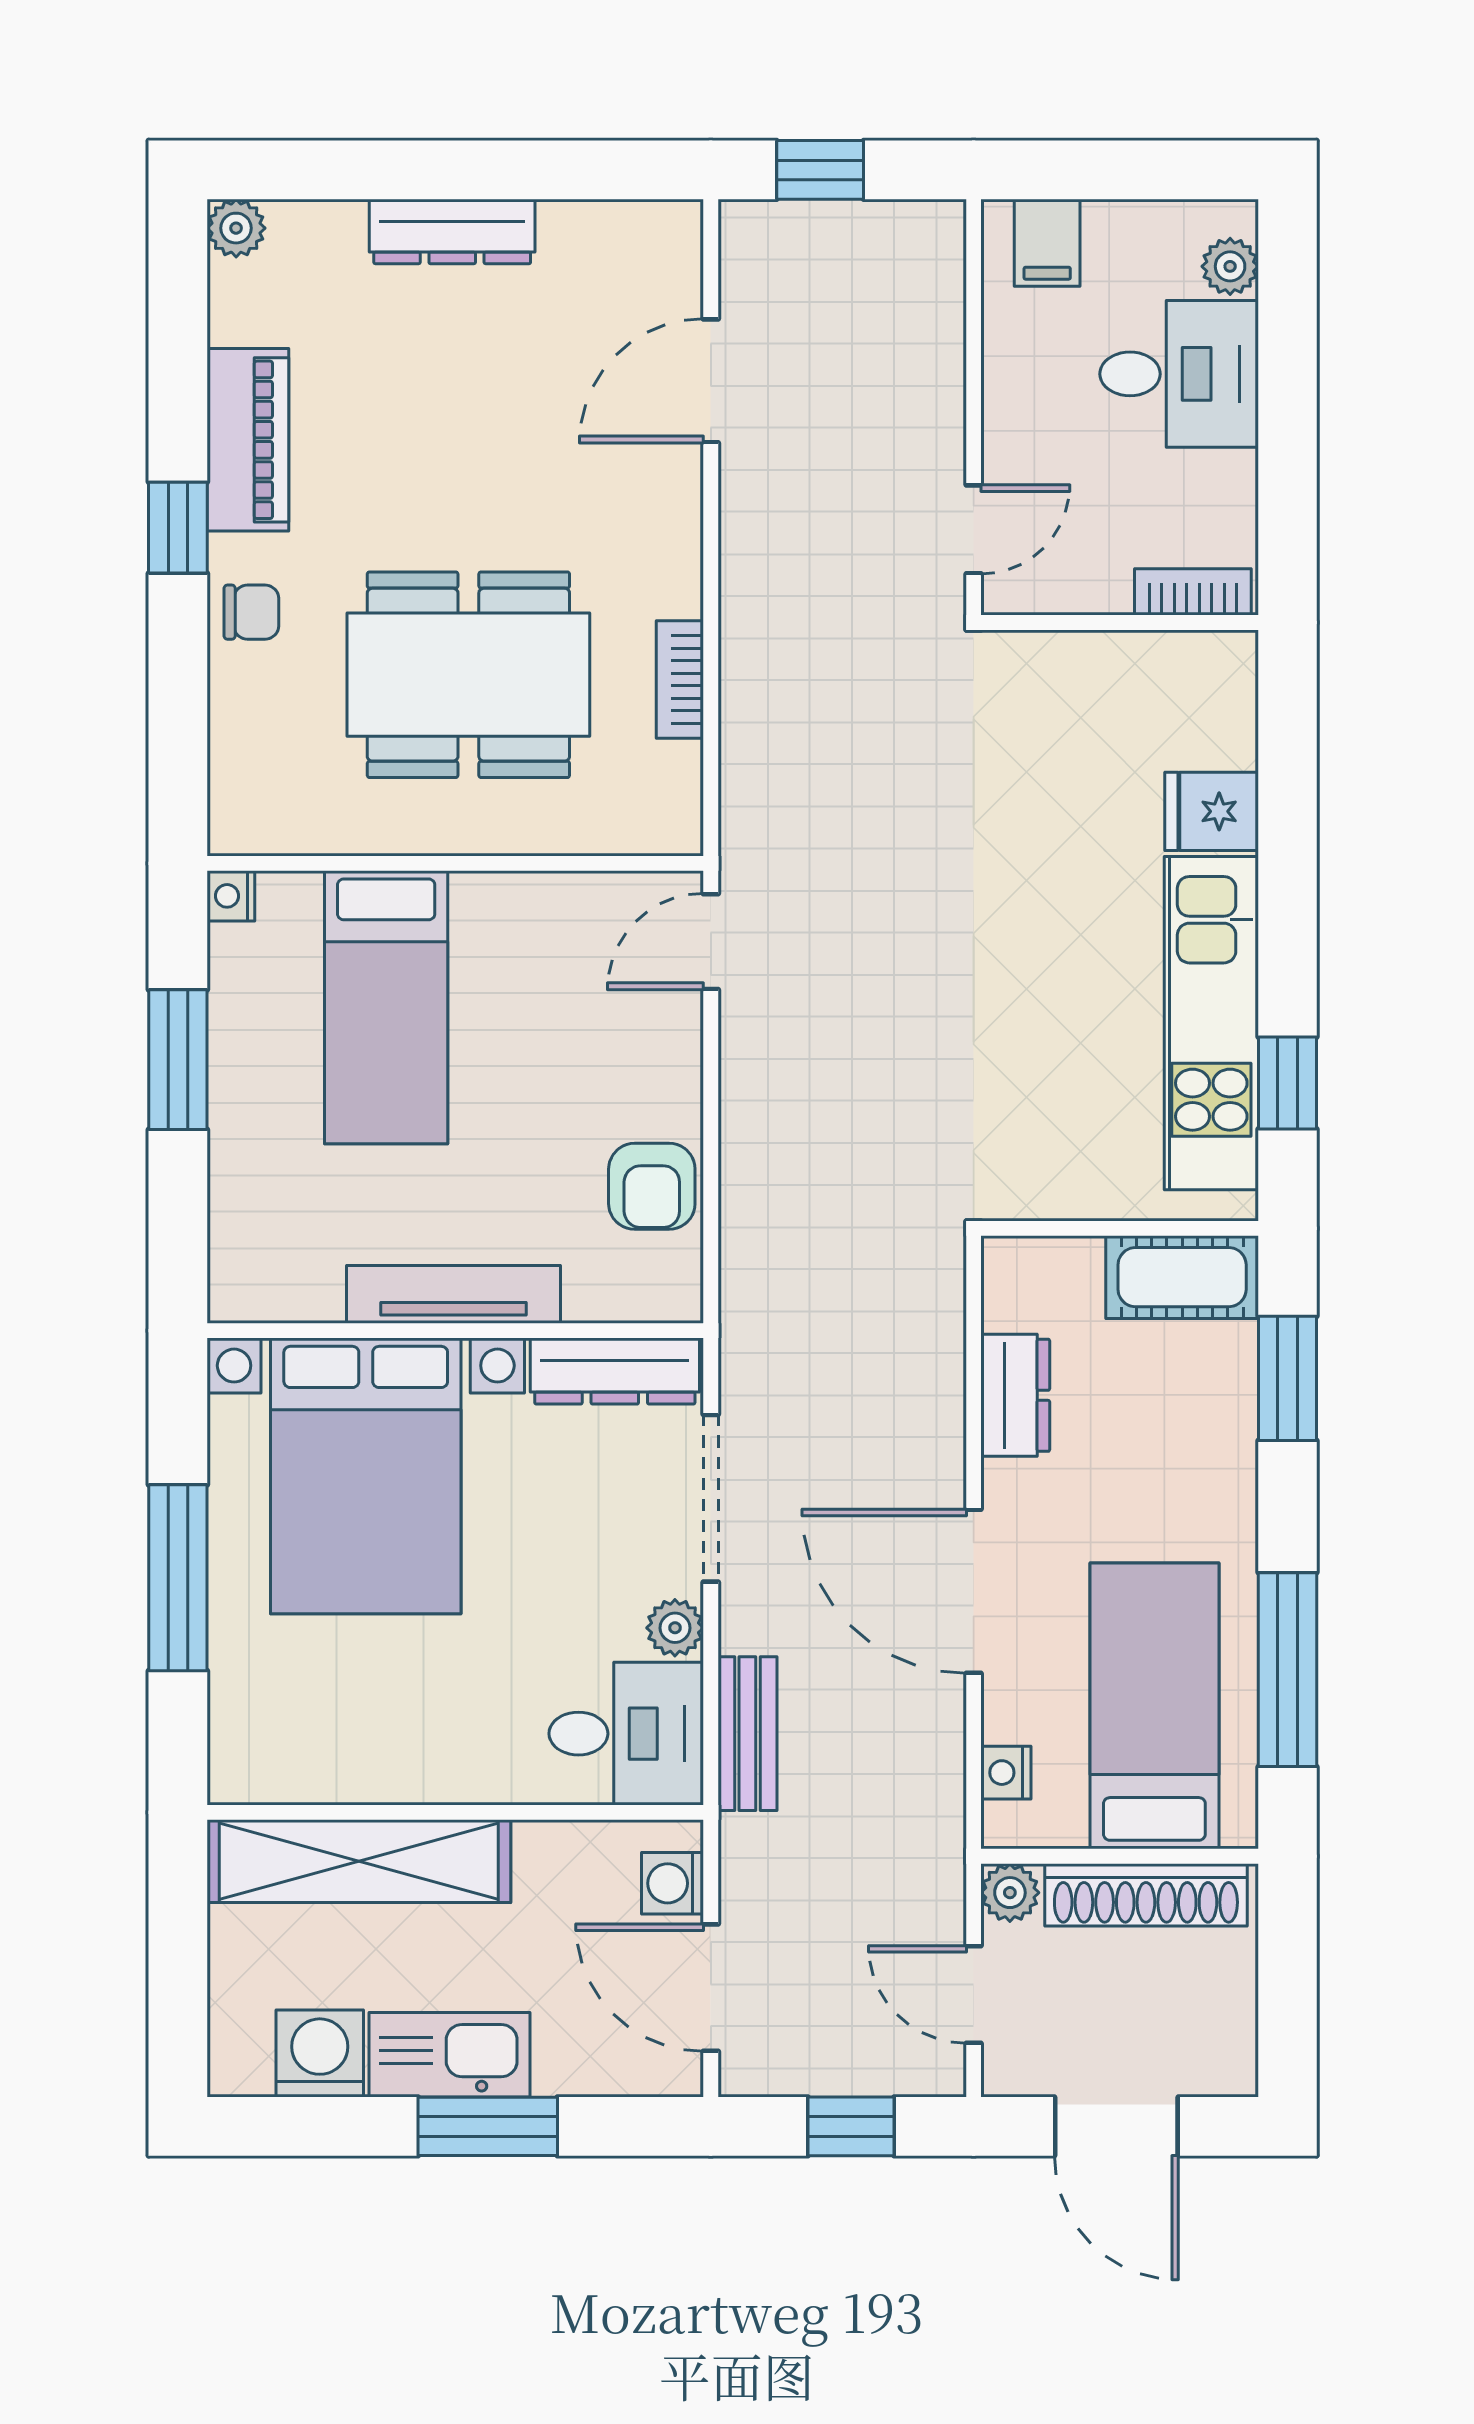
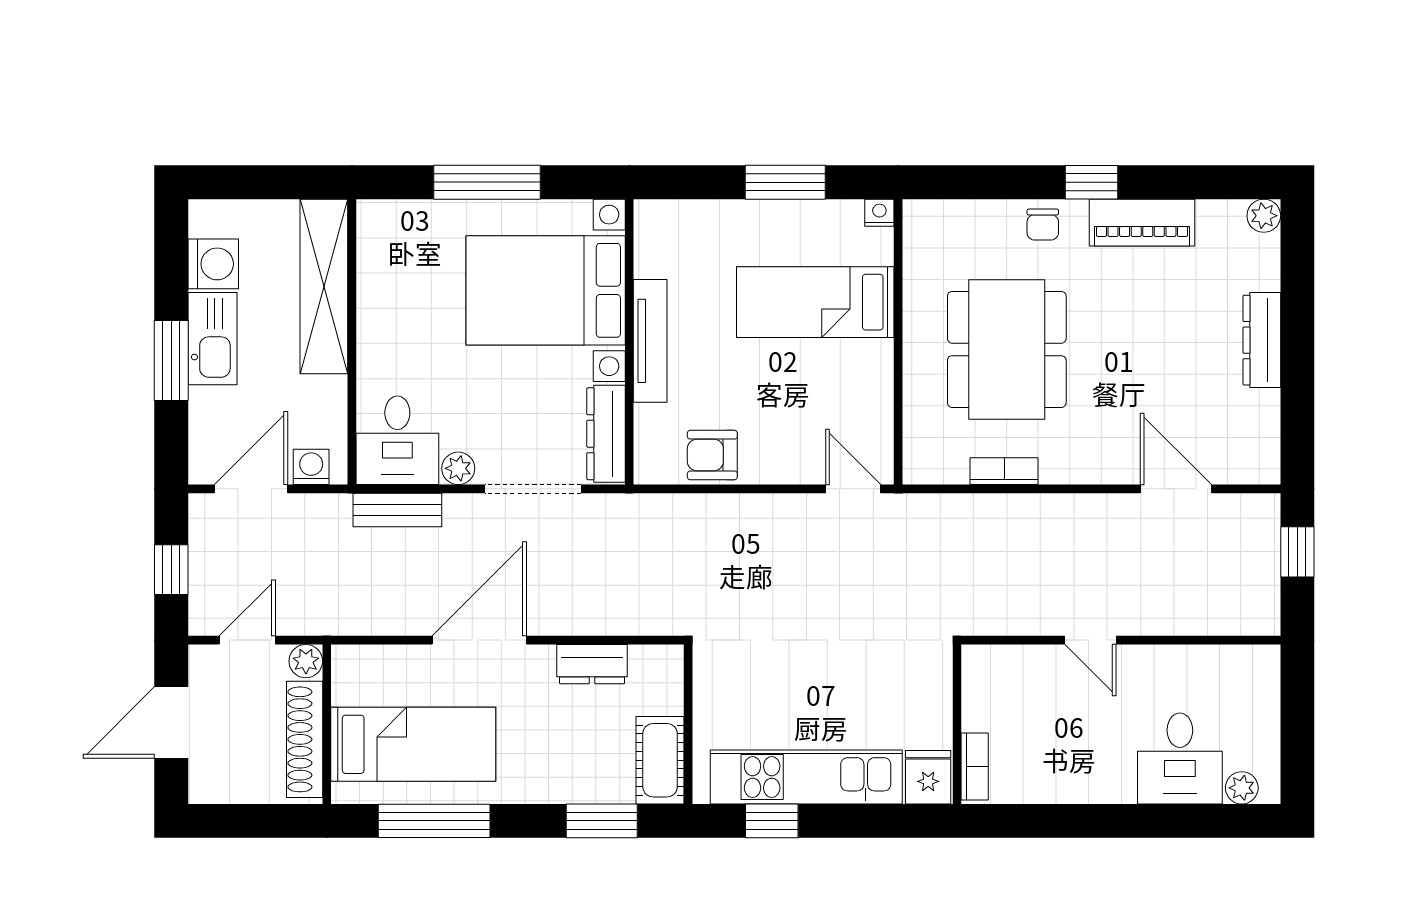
filing cabinet: (1047, 243) -> (1255, 683), removed
bookcase: (1193, 592) -> (975, 766), moved
wall: (1120, 622) -> (957, 724), moved
nightstand: (1006, 1773) -> (375, 659), removed

